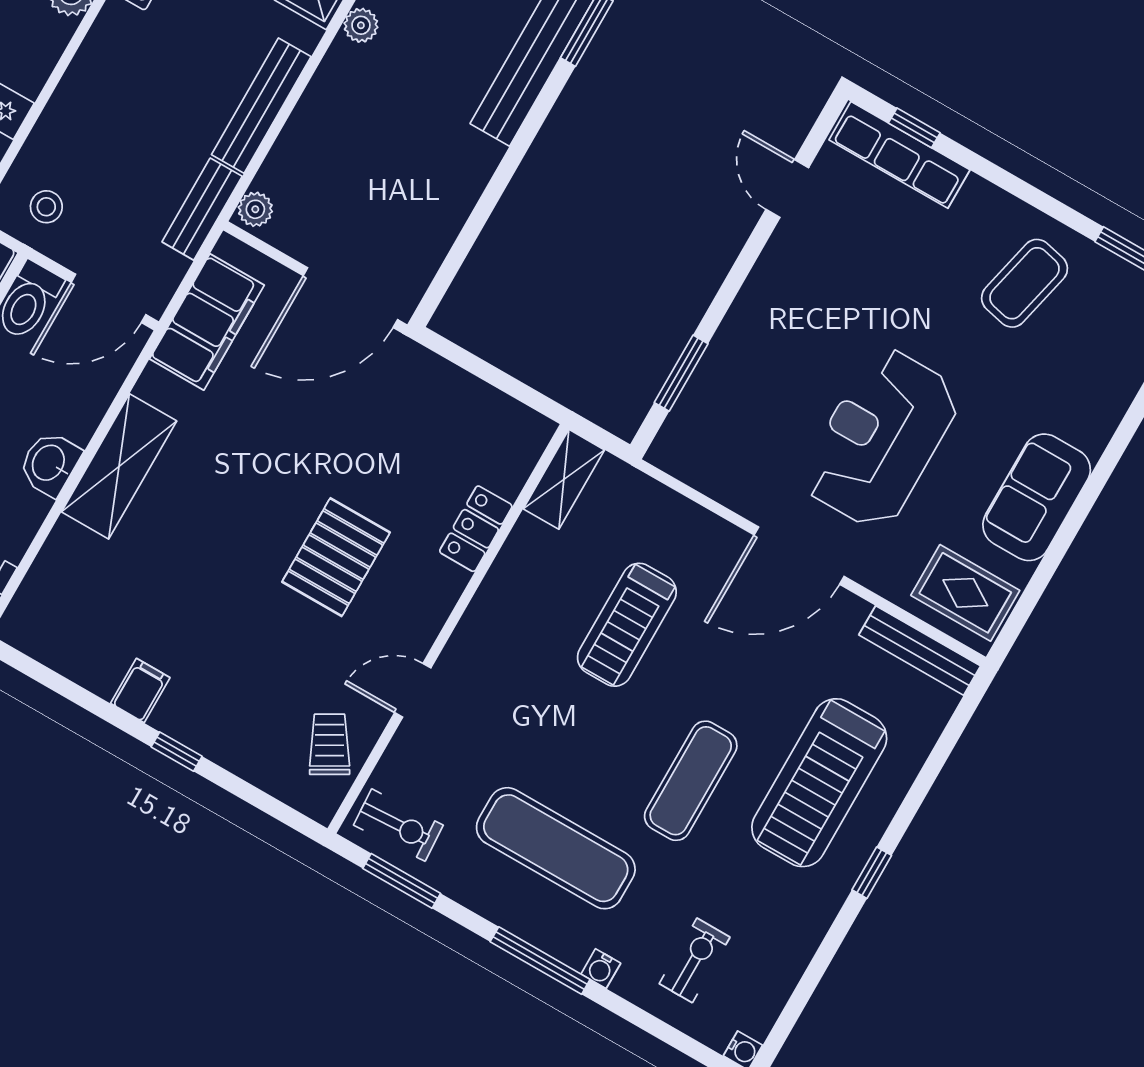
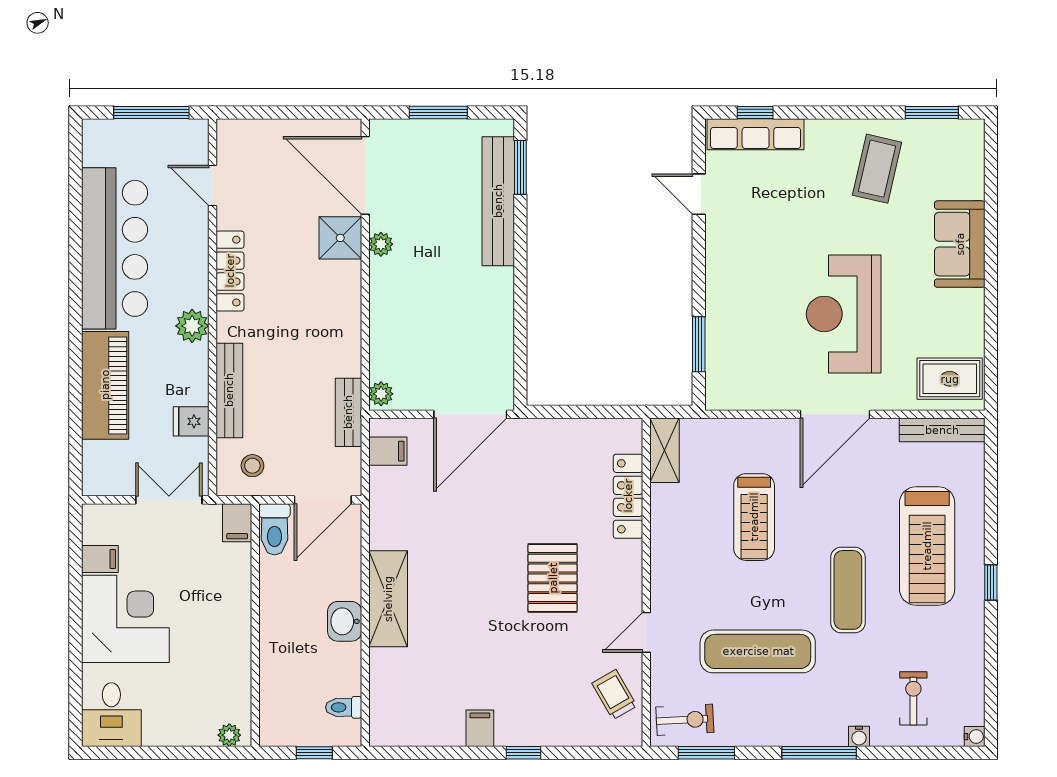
bench: (261, 106) -> (229, 390), moved
filing cabinet: (207, 322) -> (388, 451), width x0.33, depth x0.86
sofa: (1037, 497) -> (960, 244), moved
locker: (476, 529) -> (628, 496), width x1.53
exercise mat: (556, 848) -> (758, 651), moved

